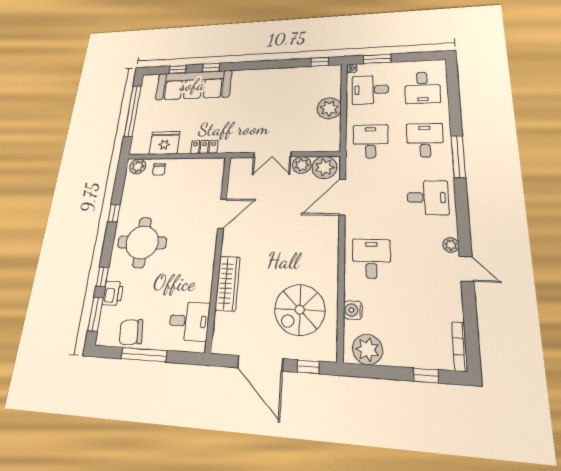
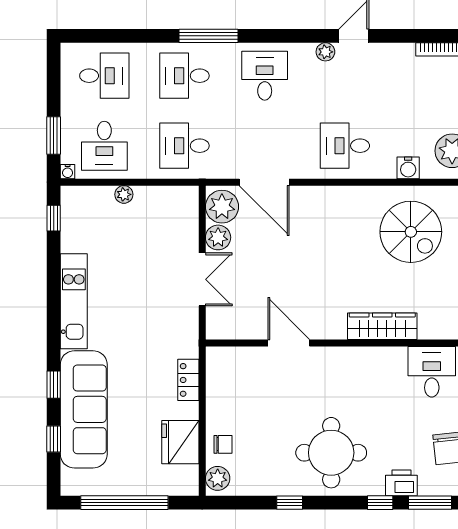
kitchen unit: (263, 76) -> (74, 301), added
plant: (329, 108) -> (124, 194), width x0.53, depth x0.53

